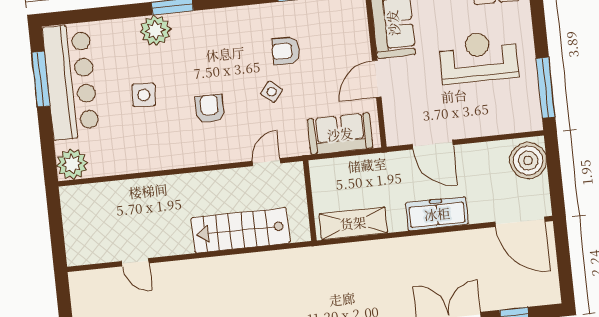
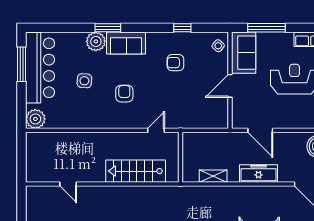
side table: (272, 92) -> (218, 46), moved
sofa: (340, 134) -> (126, 43), moved, turned 180
shelving: (353, 223) -> (213, 176), width x0.67, depth x0.75

